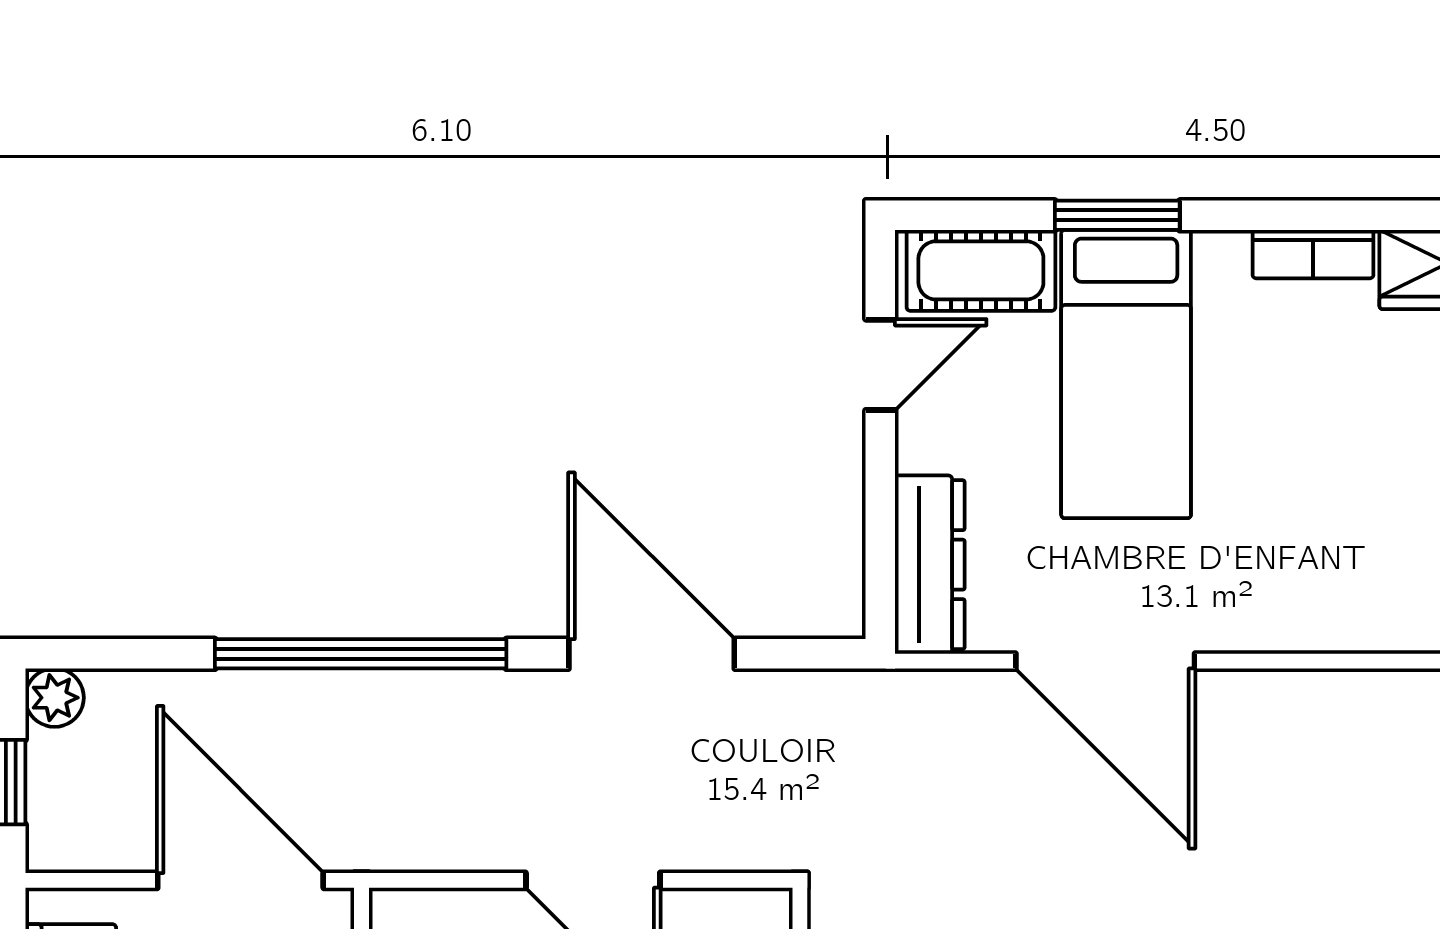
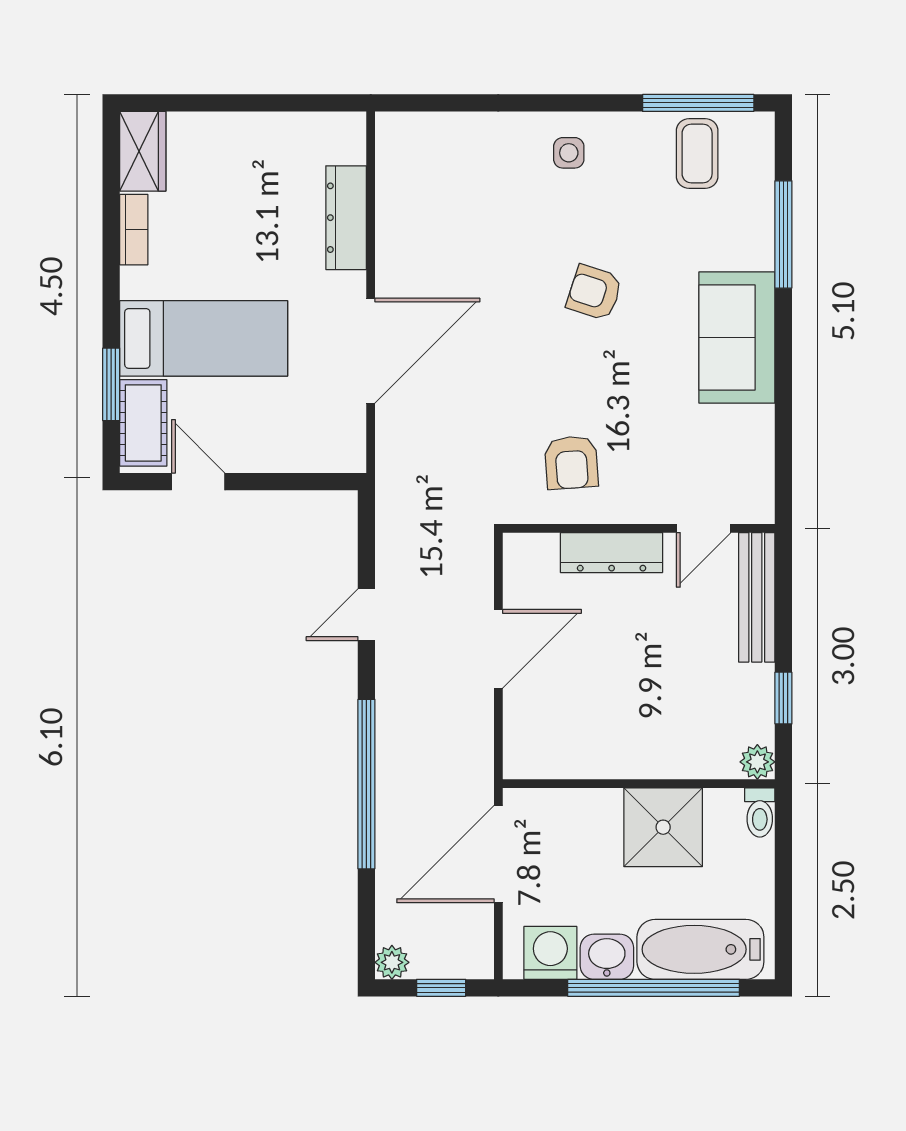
window: (1117, 215) -> (111, 384), moved
dresser: (930, 565) -> (346, 218), moved, turned -90
door: (652, 654) -> (366, 615), width x0.53

